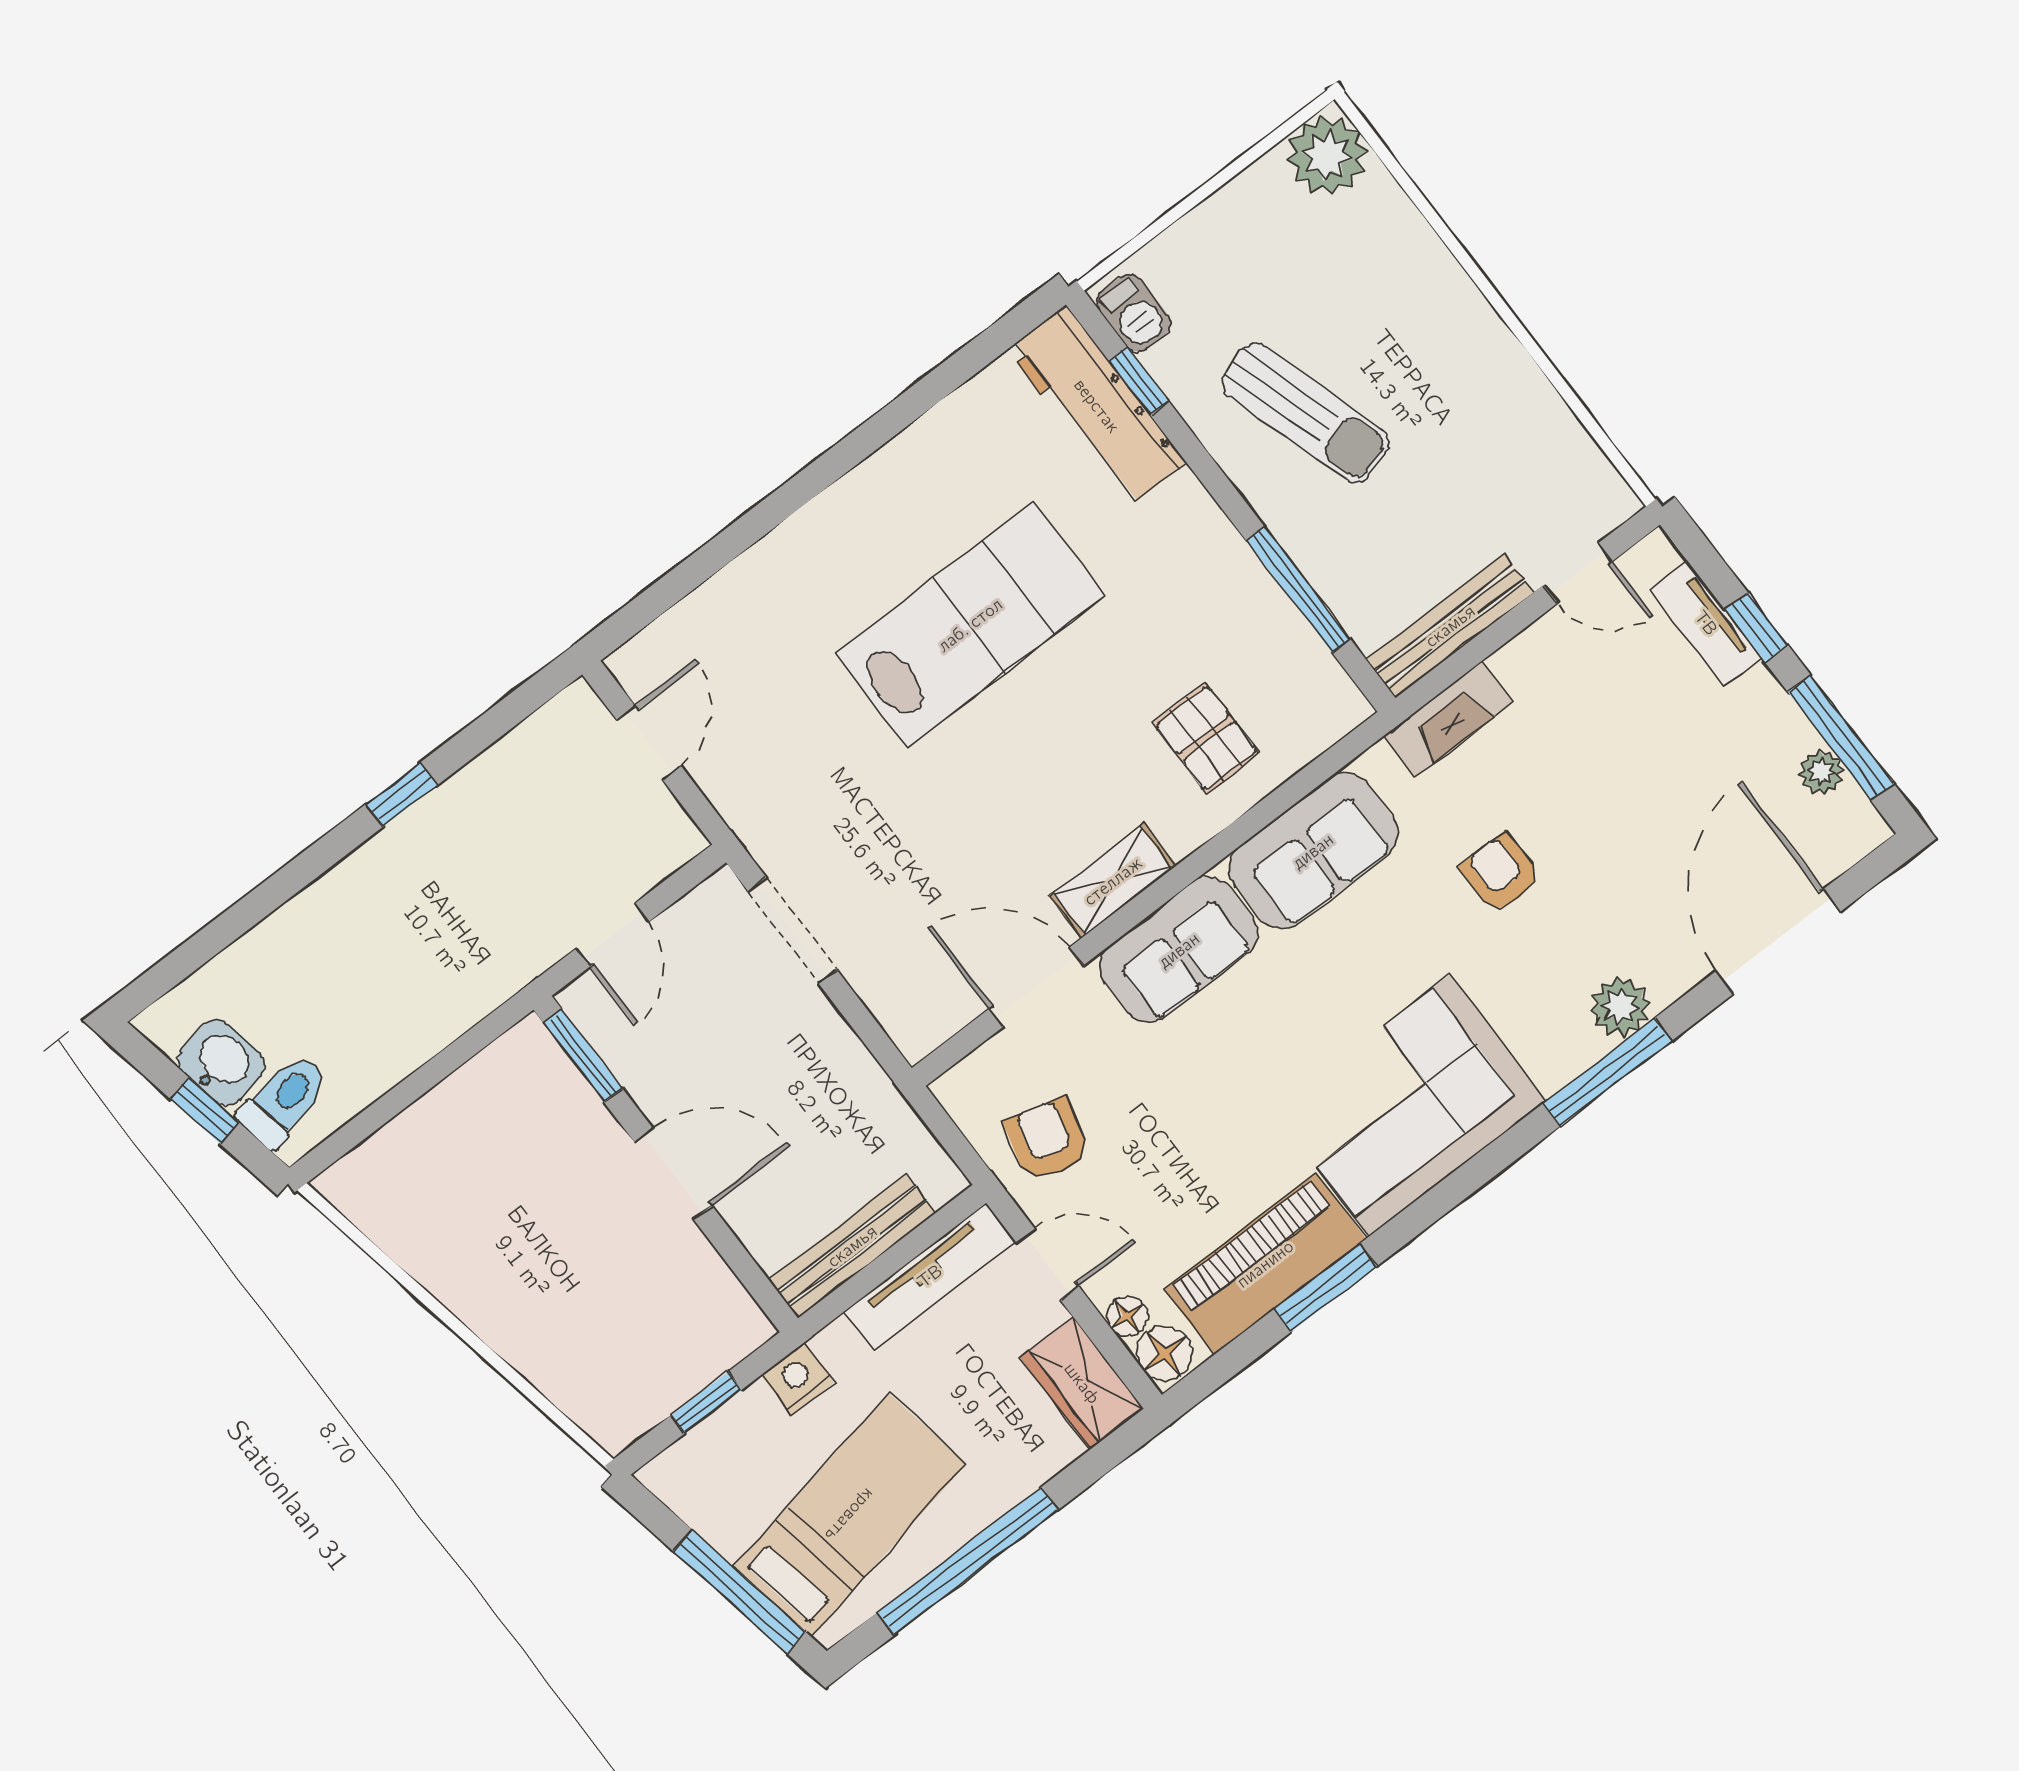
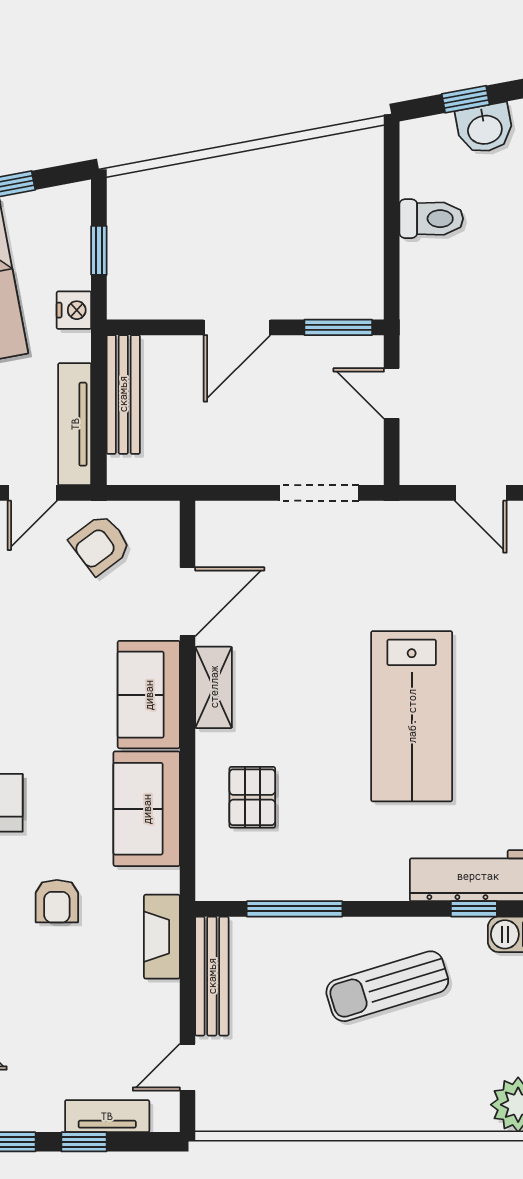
pallet: (1206, 738) -> (252, 797), turned 90
armchair: (1501, 873) -> (57, 901), turned 90
toilet: (284, 1100) -> (431, 219), moved, turned -79
armchair: (1047, 1140) -> (100, 544), turned 128

